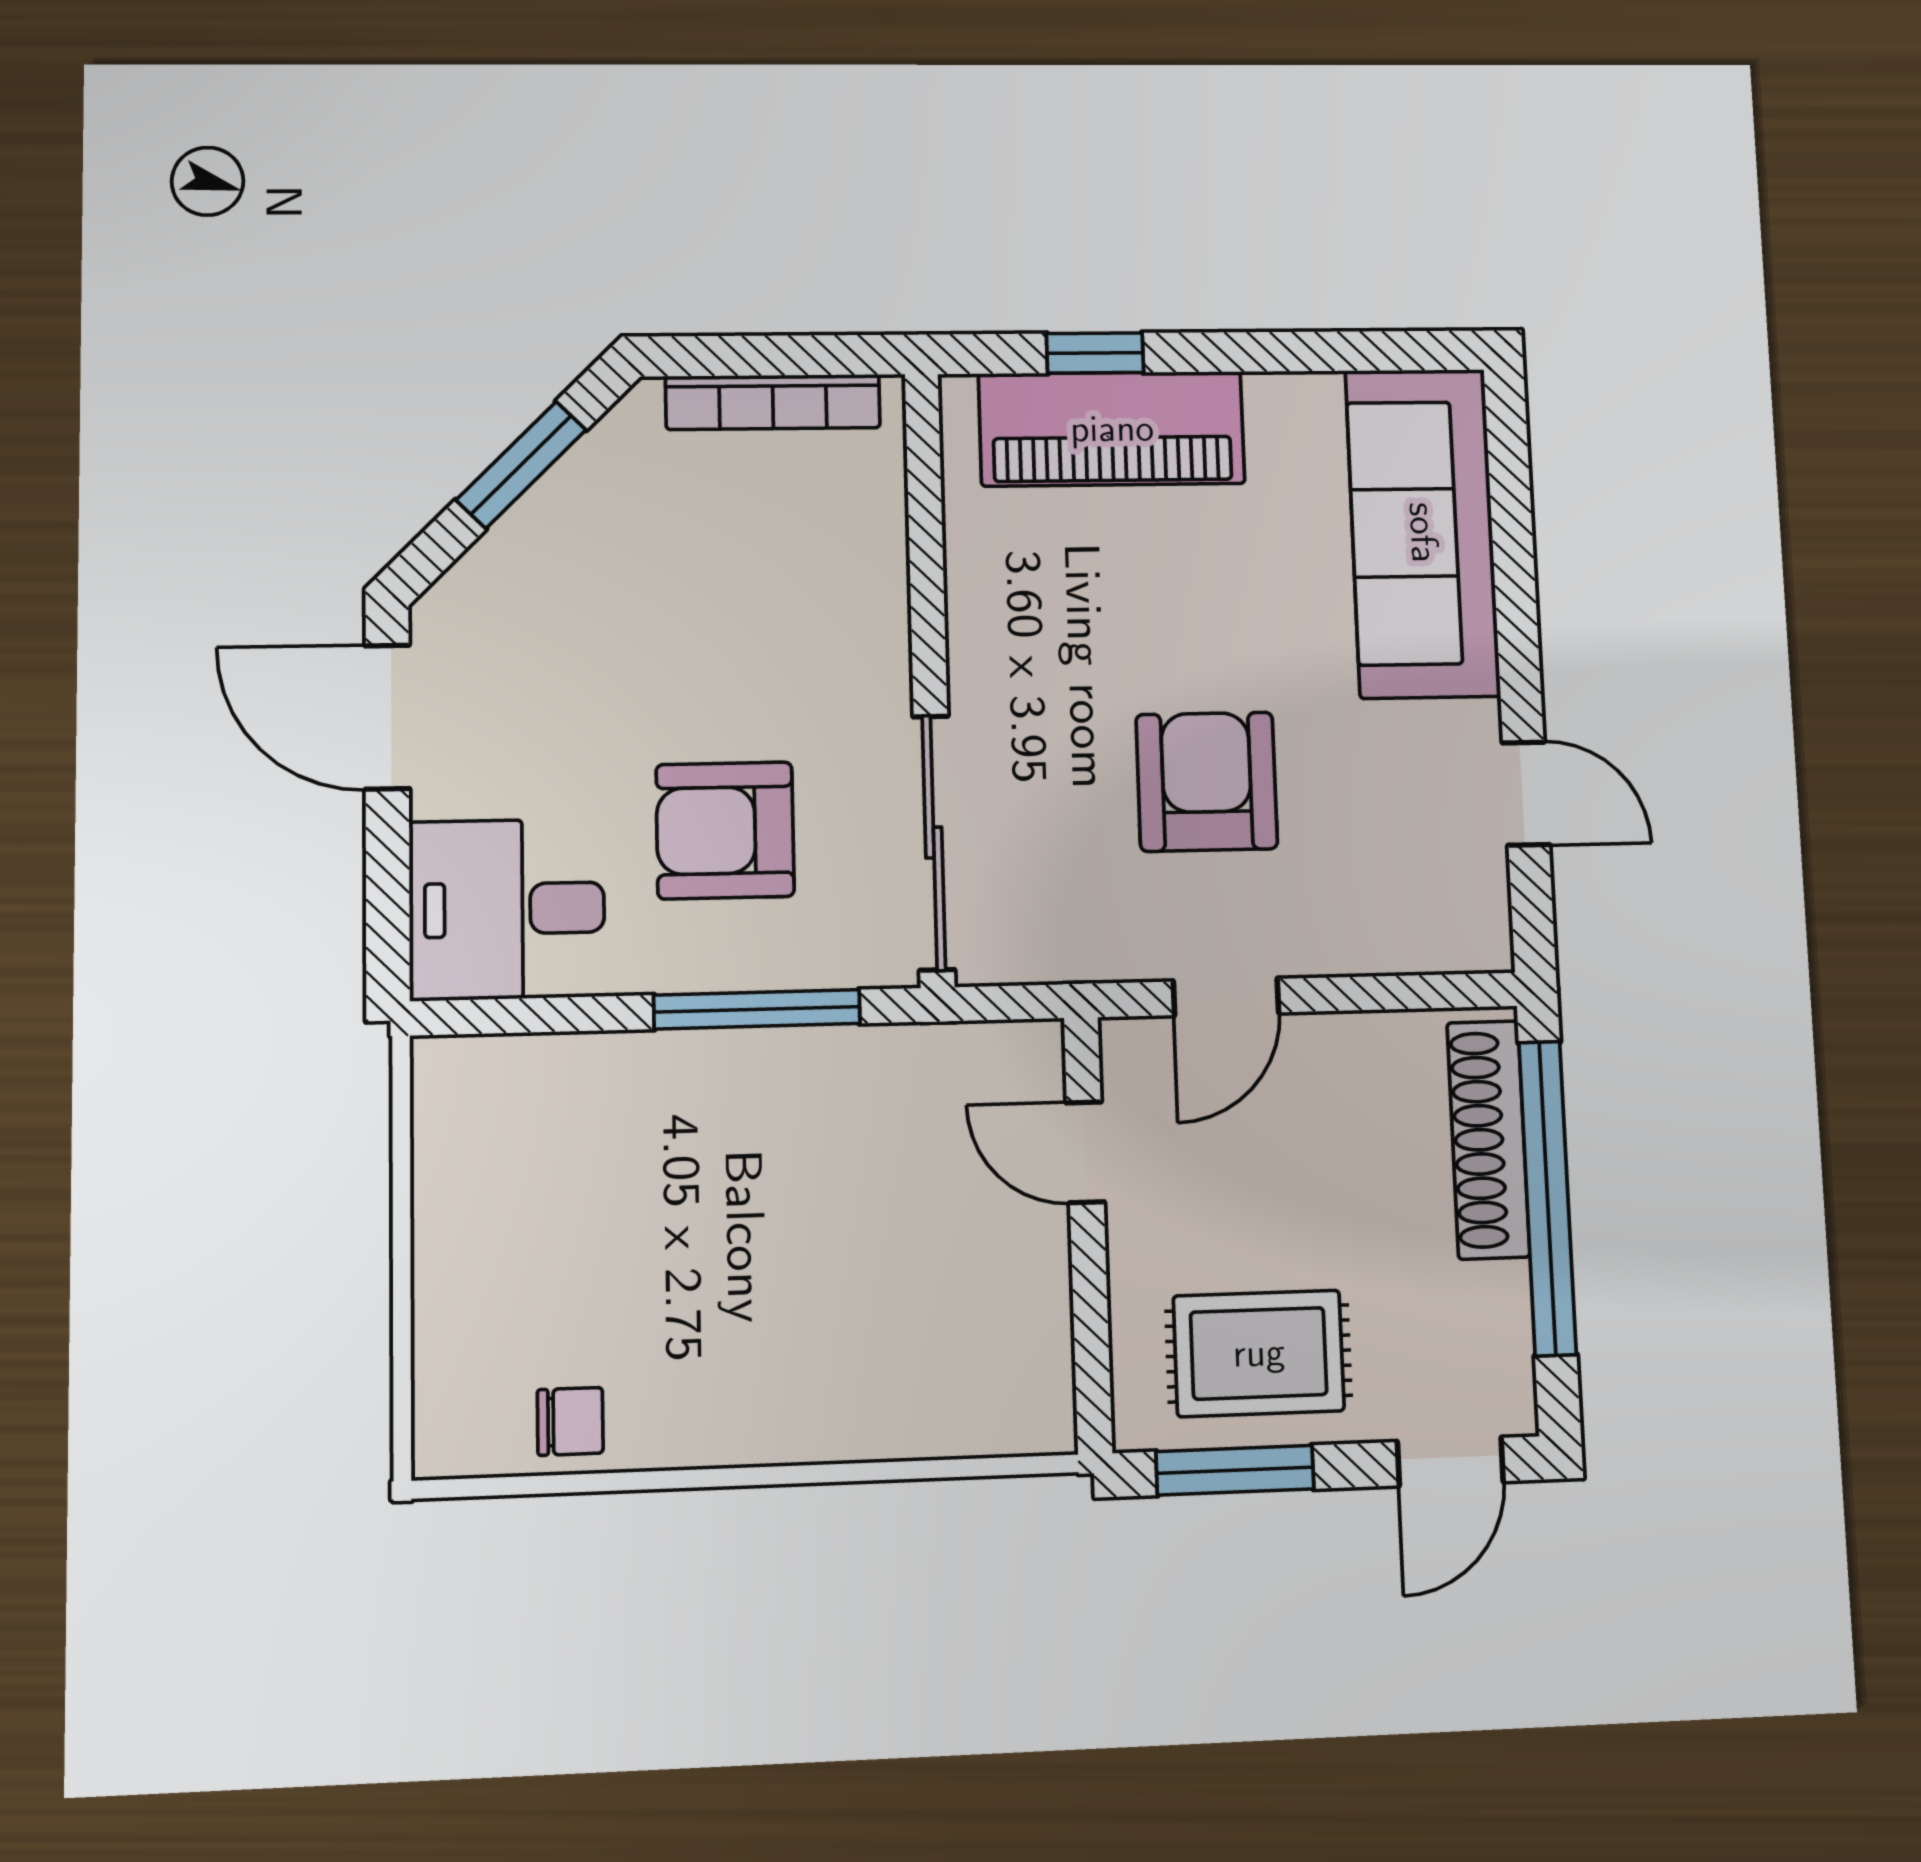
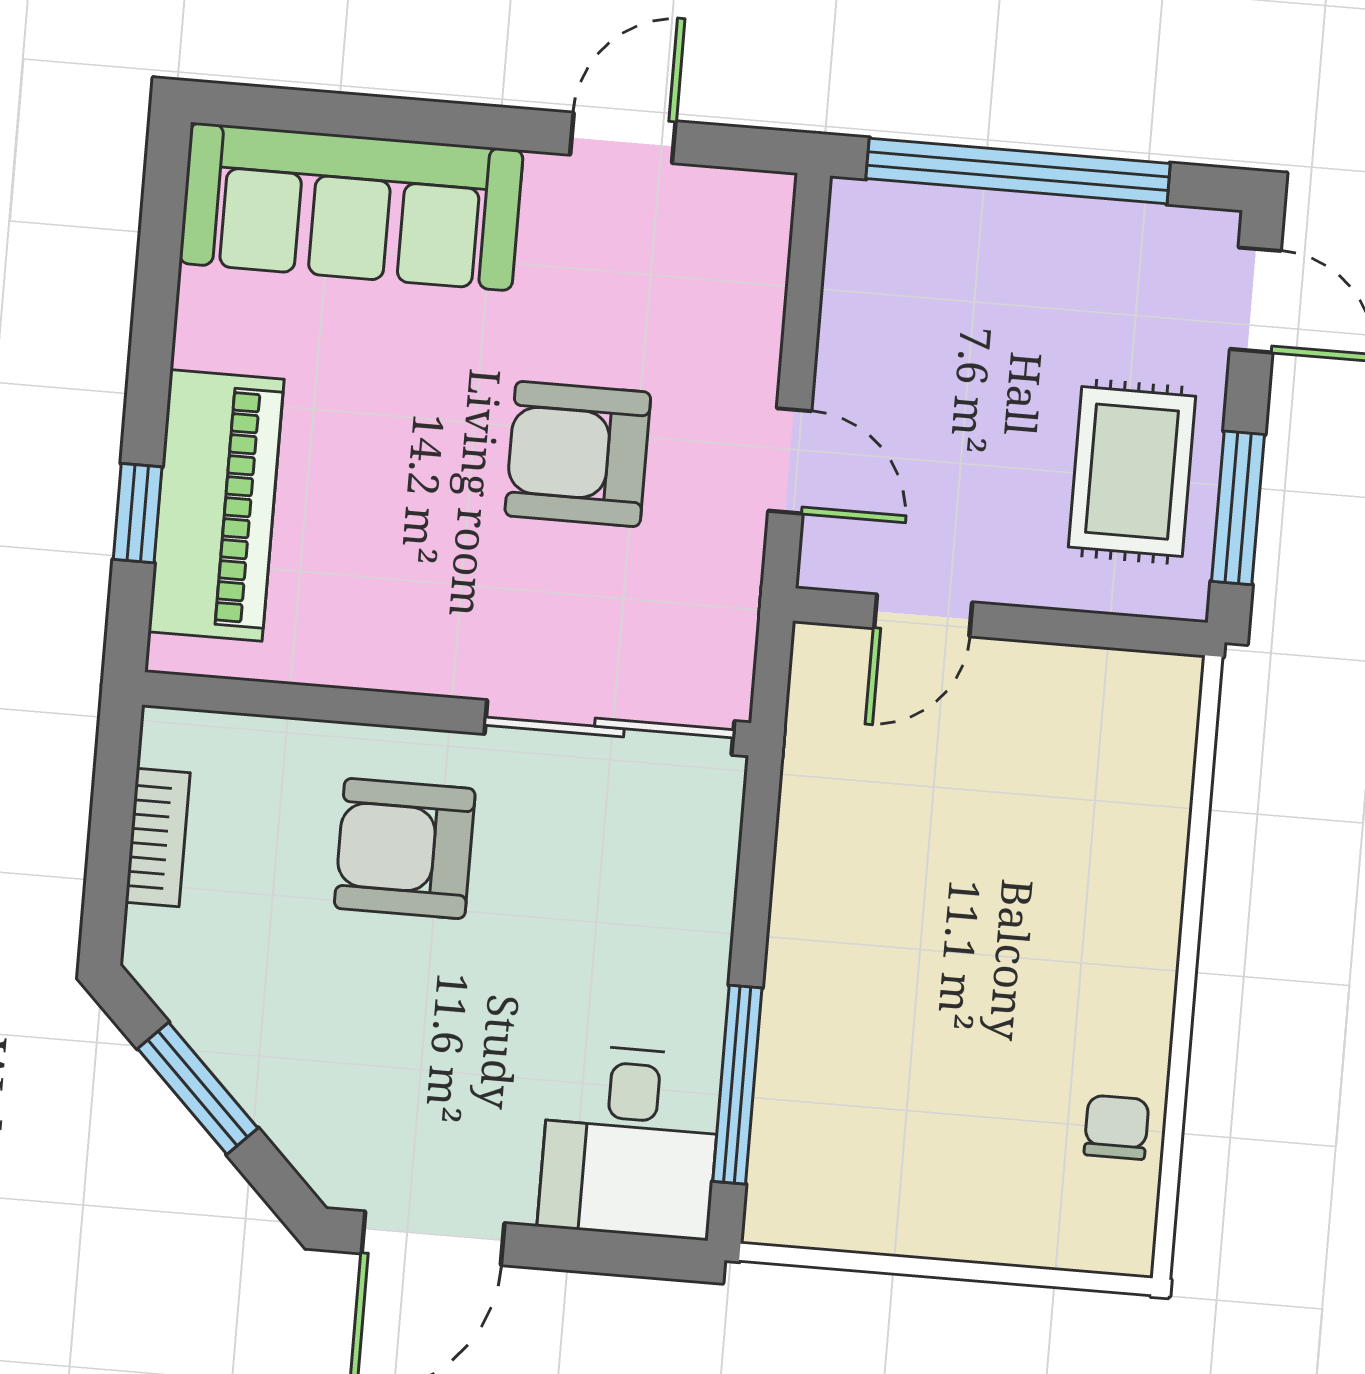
bookcase: (773, 402) -> (158, 838), width x0.64
armchair: (725, 830) -> (405, 849), moved, turned 90
window: (757, 1009) -> (737, 1085), moved
shoe rack: (1488, 1140) -> (956, 222), removed

